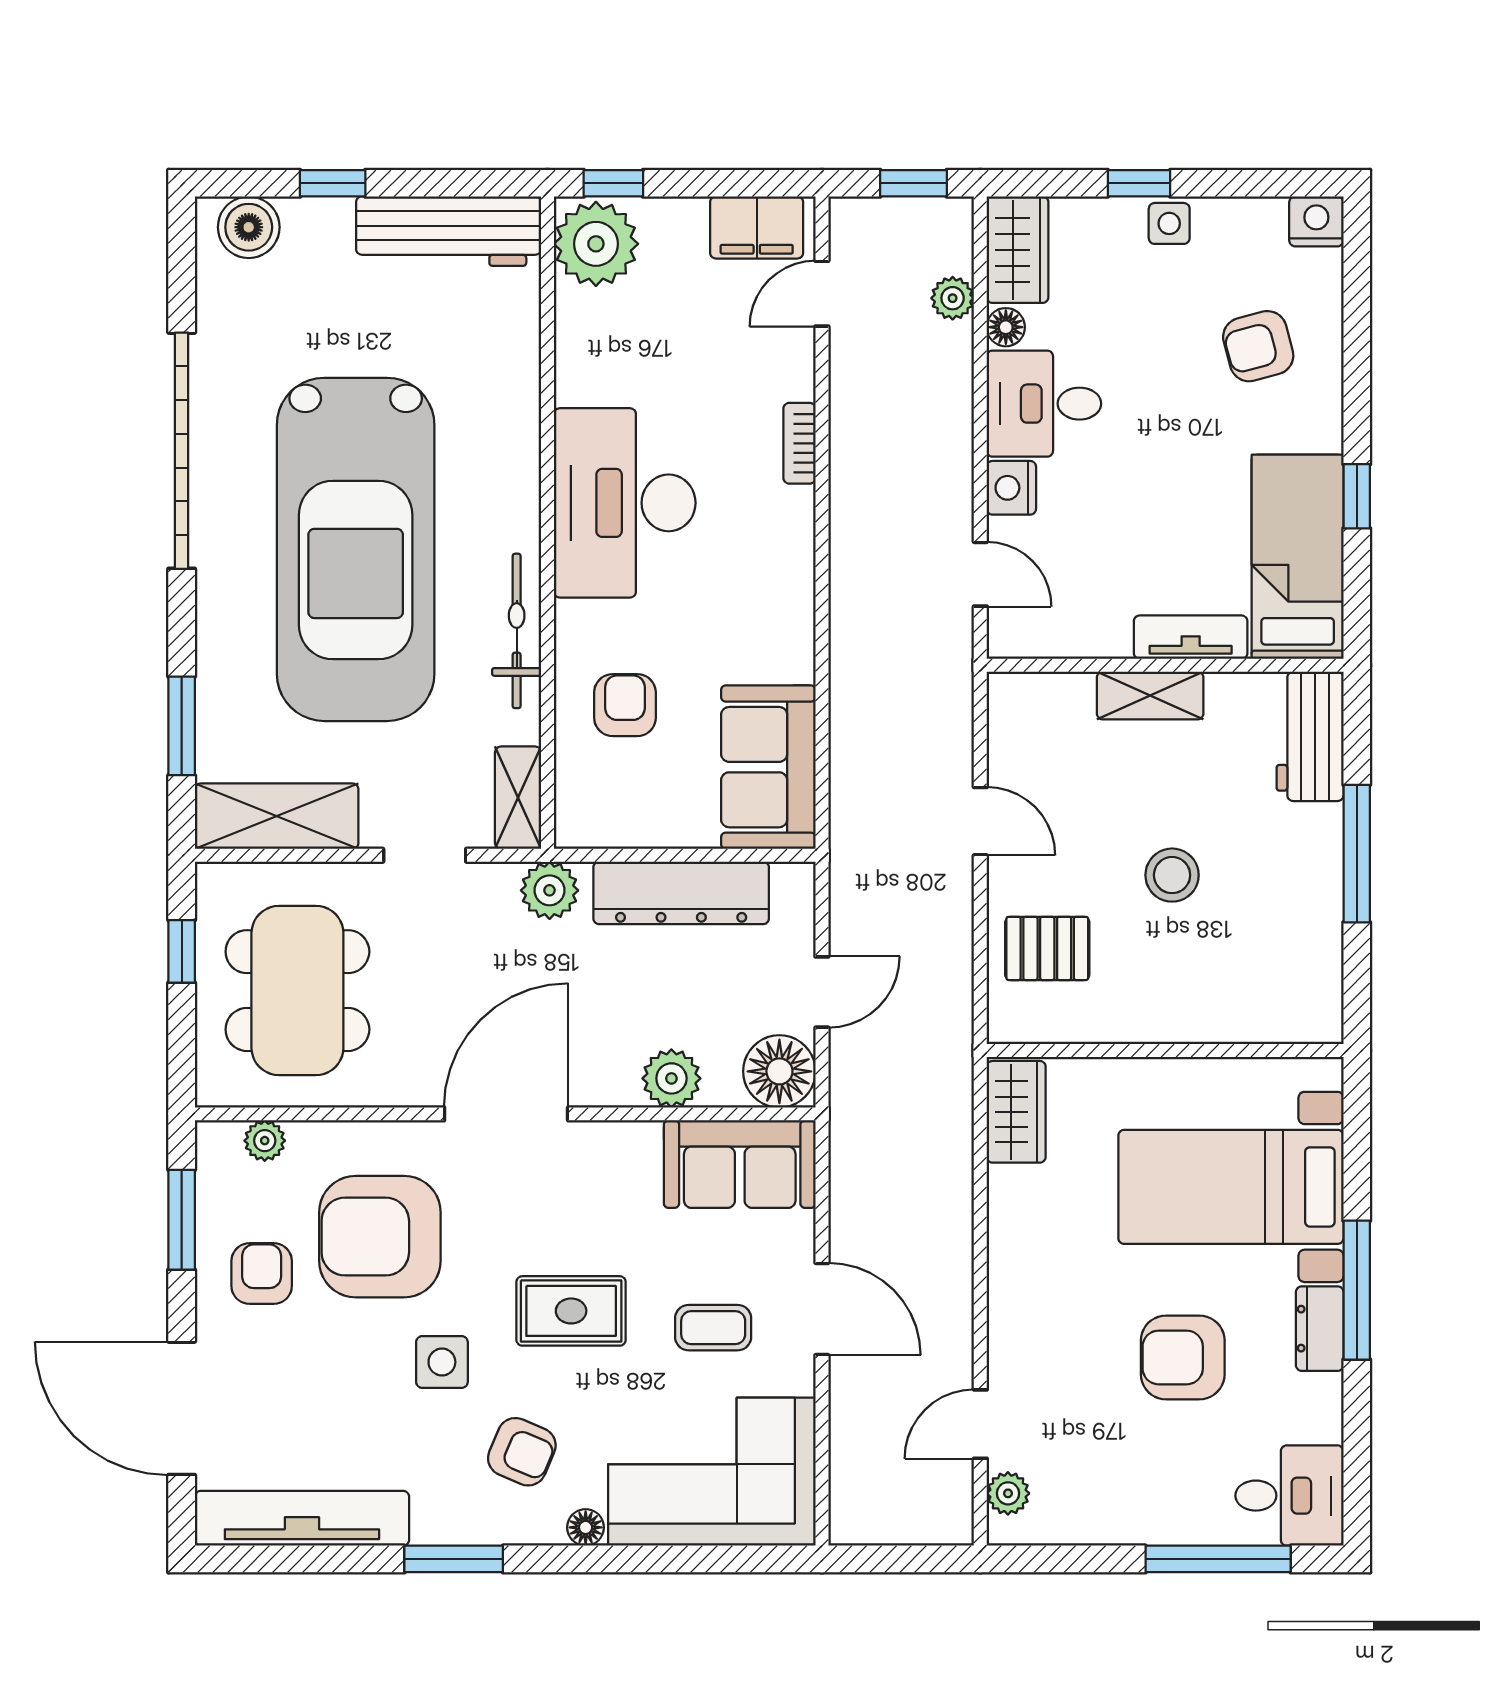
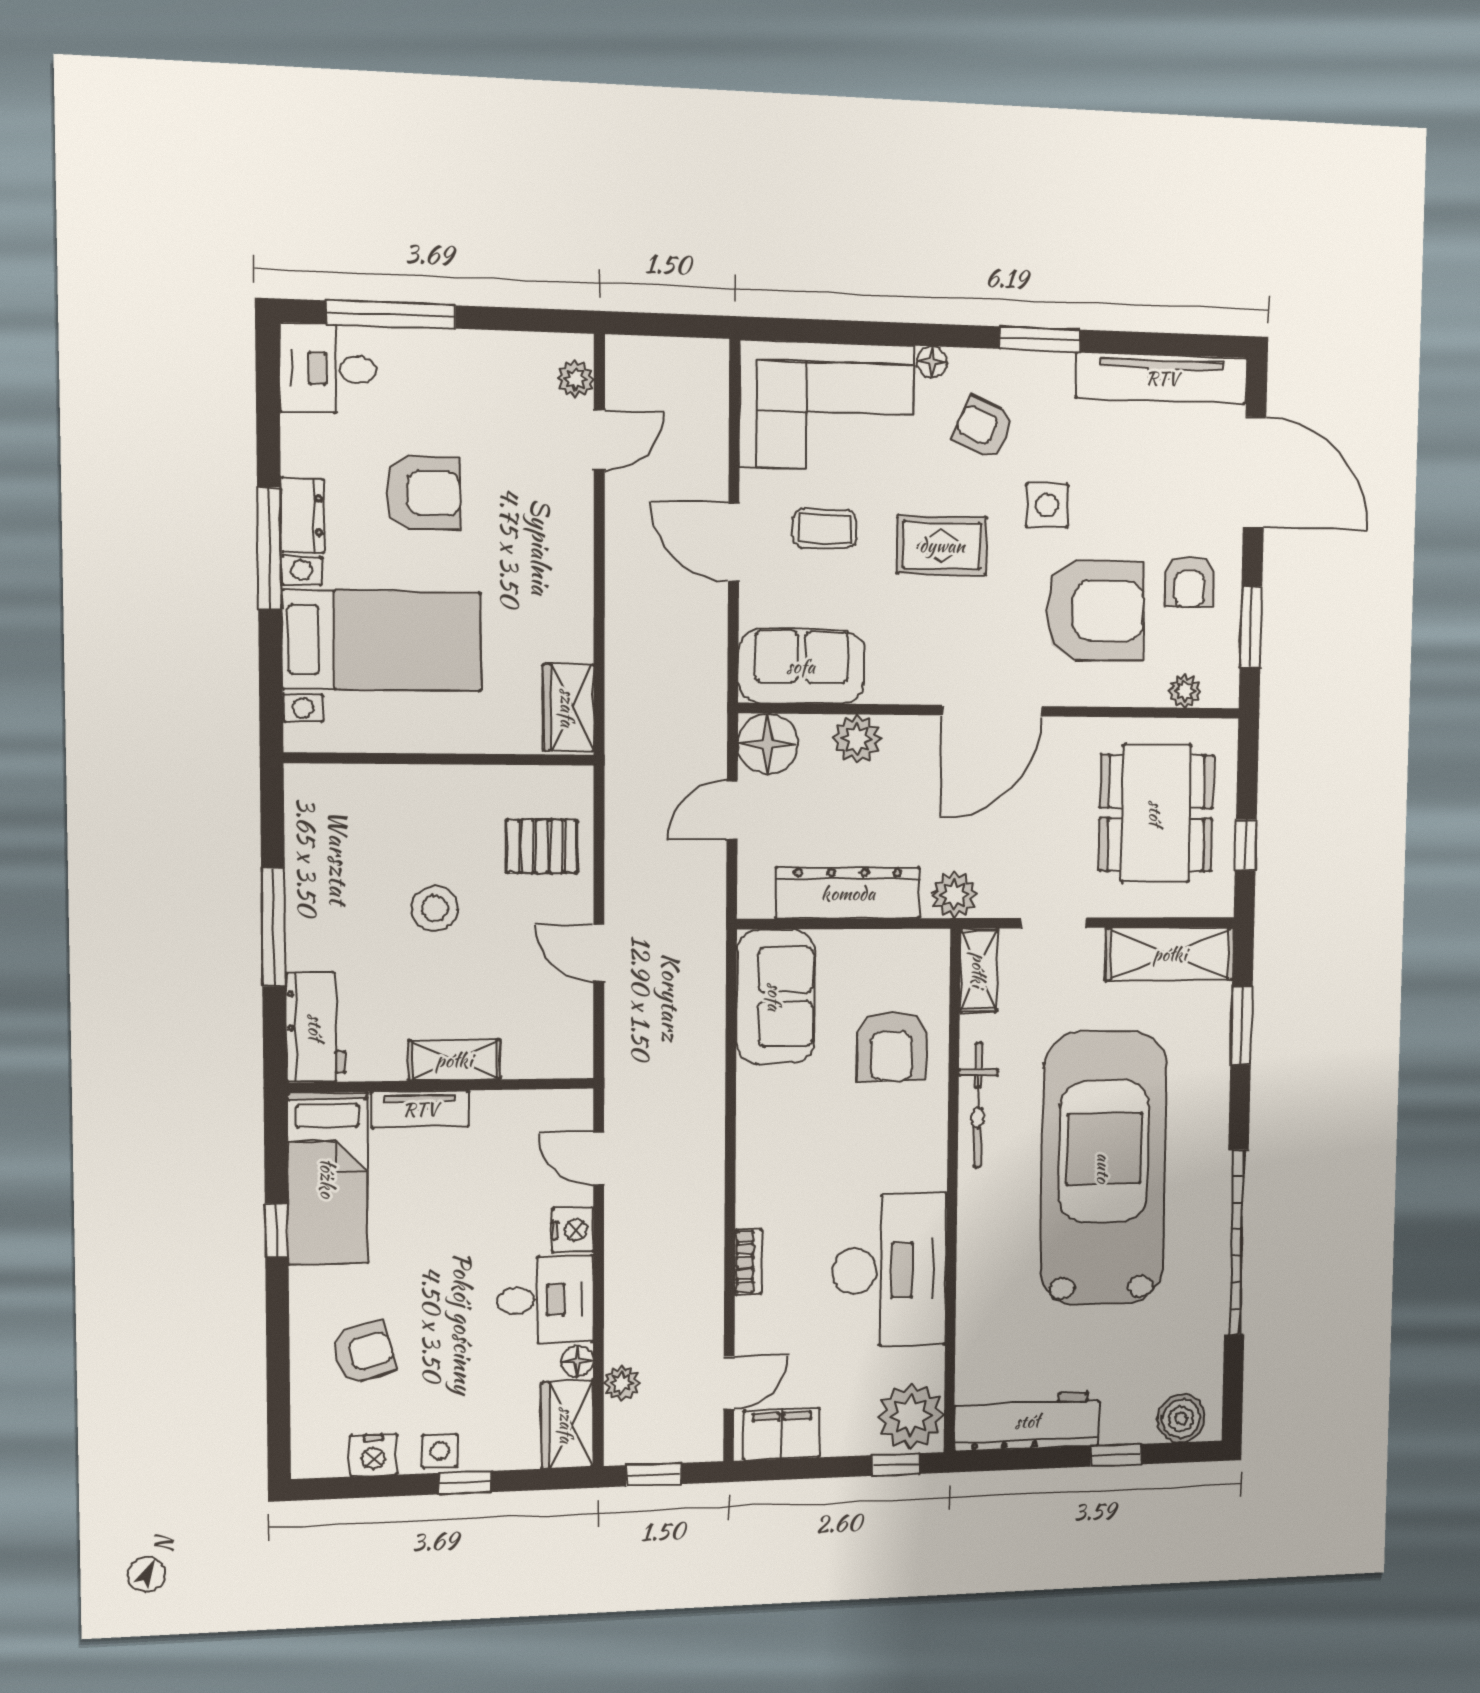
nightstand: (1316, 221) -> (373, 1455), moved
desk: (625, 503) -> (889, 1270), moved
armchair: (625, 705) -> (892, 1046), width x1.38, depth x1.38

